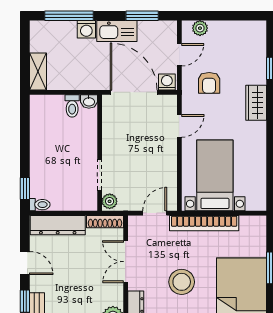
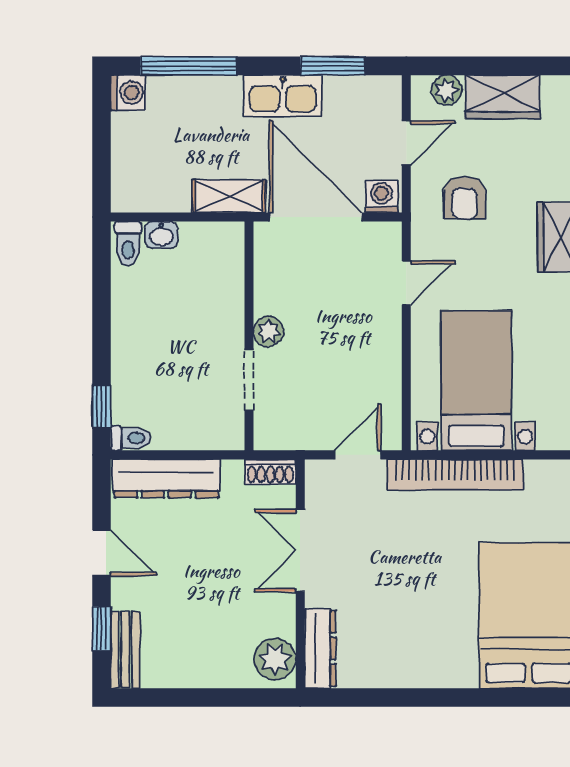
washing machine: (86, 29) -> (128, 93), moved, turned -90
wardrobe: (228, 31) -> (502, 97), added
shelving: (38, 72) -> (229, 196), moved, turned 90
washbasin: (89, 102) -> (161, 235), moved
toilet: (72, 106) -> (128, 244), moved
plant: (110, 201) -> (268, 331), moved
shoe rack: (105, 222) -> (270, 472), width x0.70
stool: (182, 282) -> (411, 590), removed

